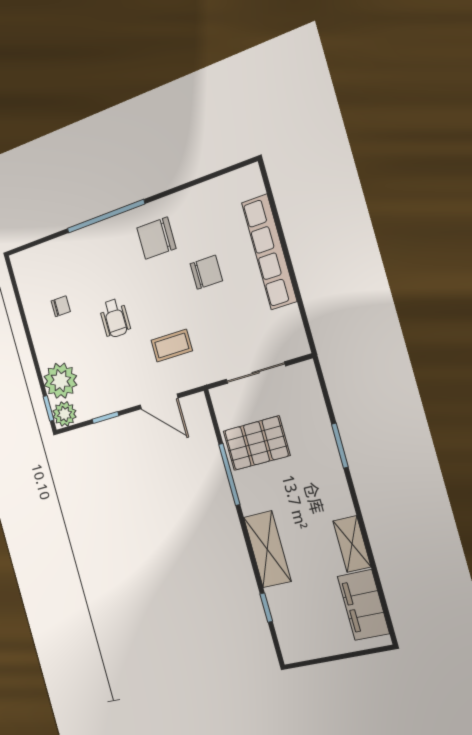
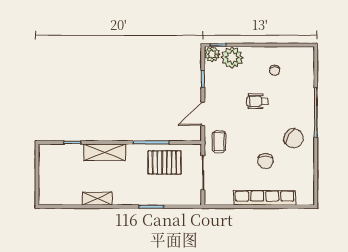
chair: (156, 238) -> (293, 138), turned 123
coffee table: (172, 346) -> (219, 142), moved
pallet: (256, 443) -> (164, 162), turned 90
filing cabinet: (363, 605) -> (63, 196), removed

